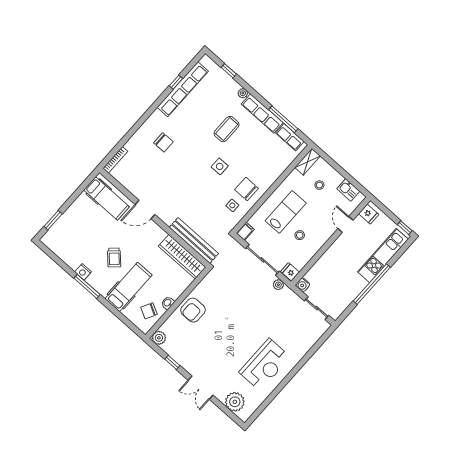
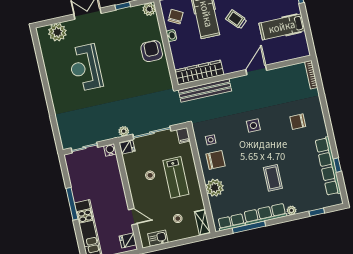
side table: (220, 166) -> (253, 126), moved
plant: (271, 173) -> (215, 188), added
hospital bed: (106, 198) -> (282, 27), moved
window: (372, 284) -> (72, 204), width x0.68
reception desk: (265, 365) -> (85, 68), moved

